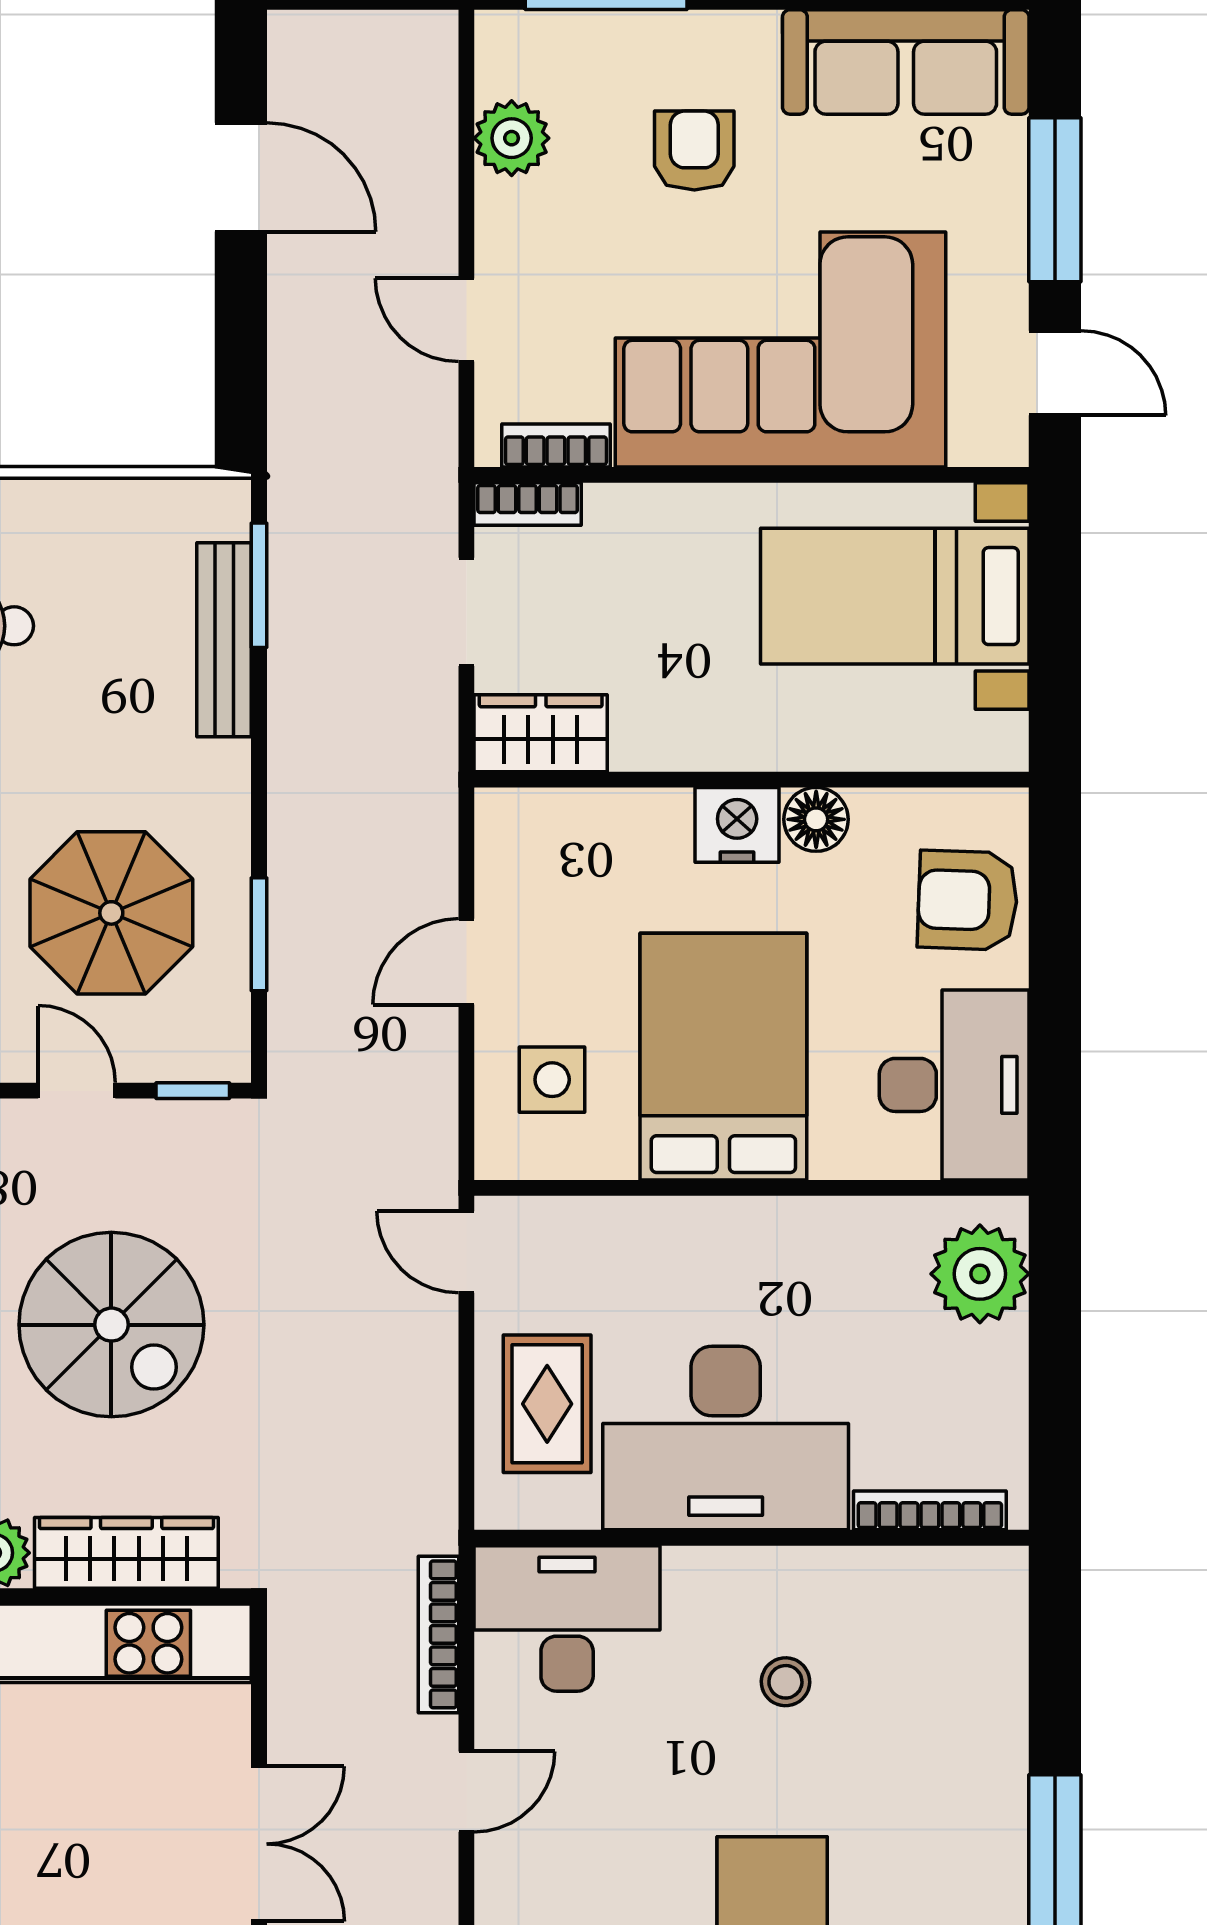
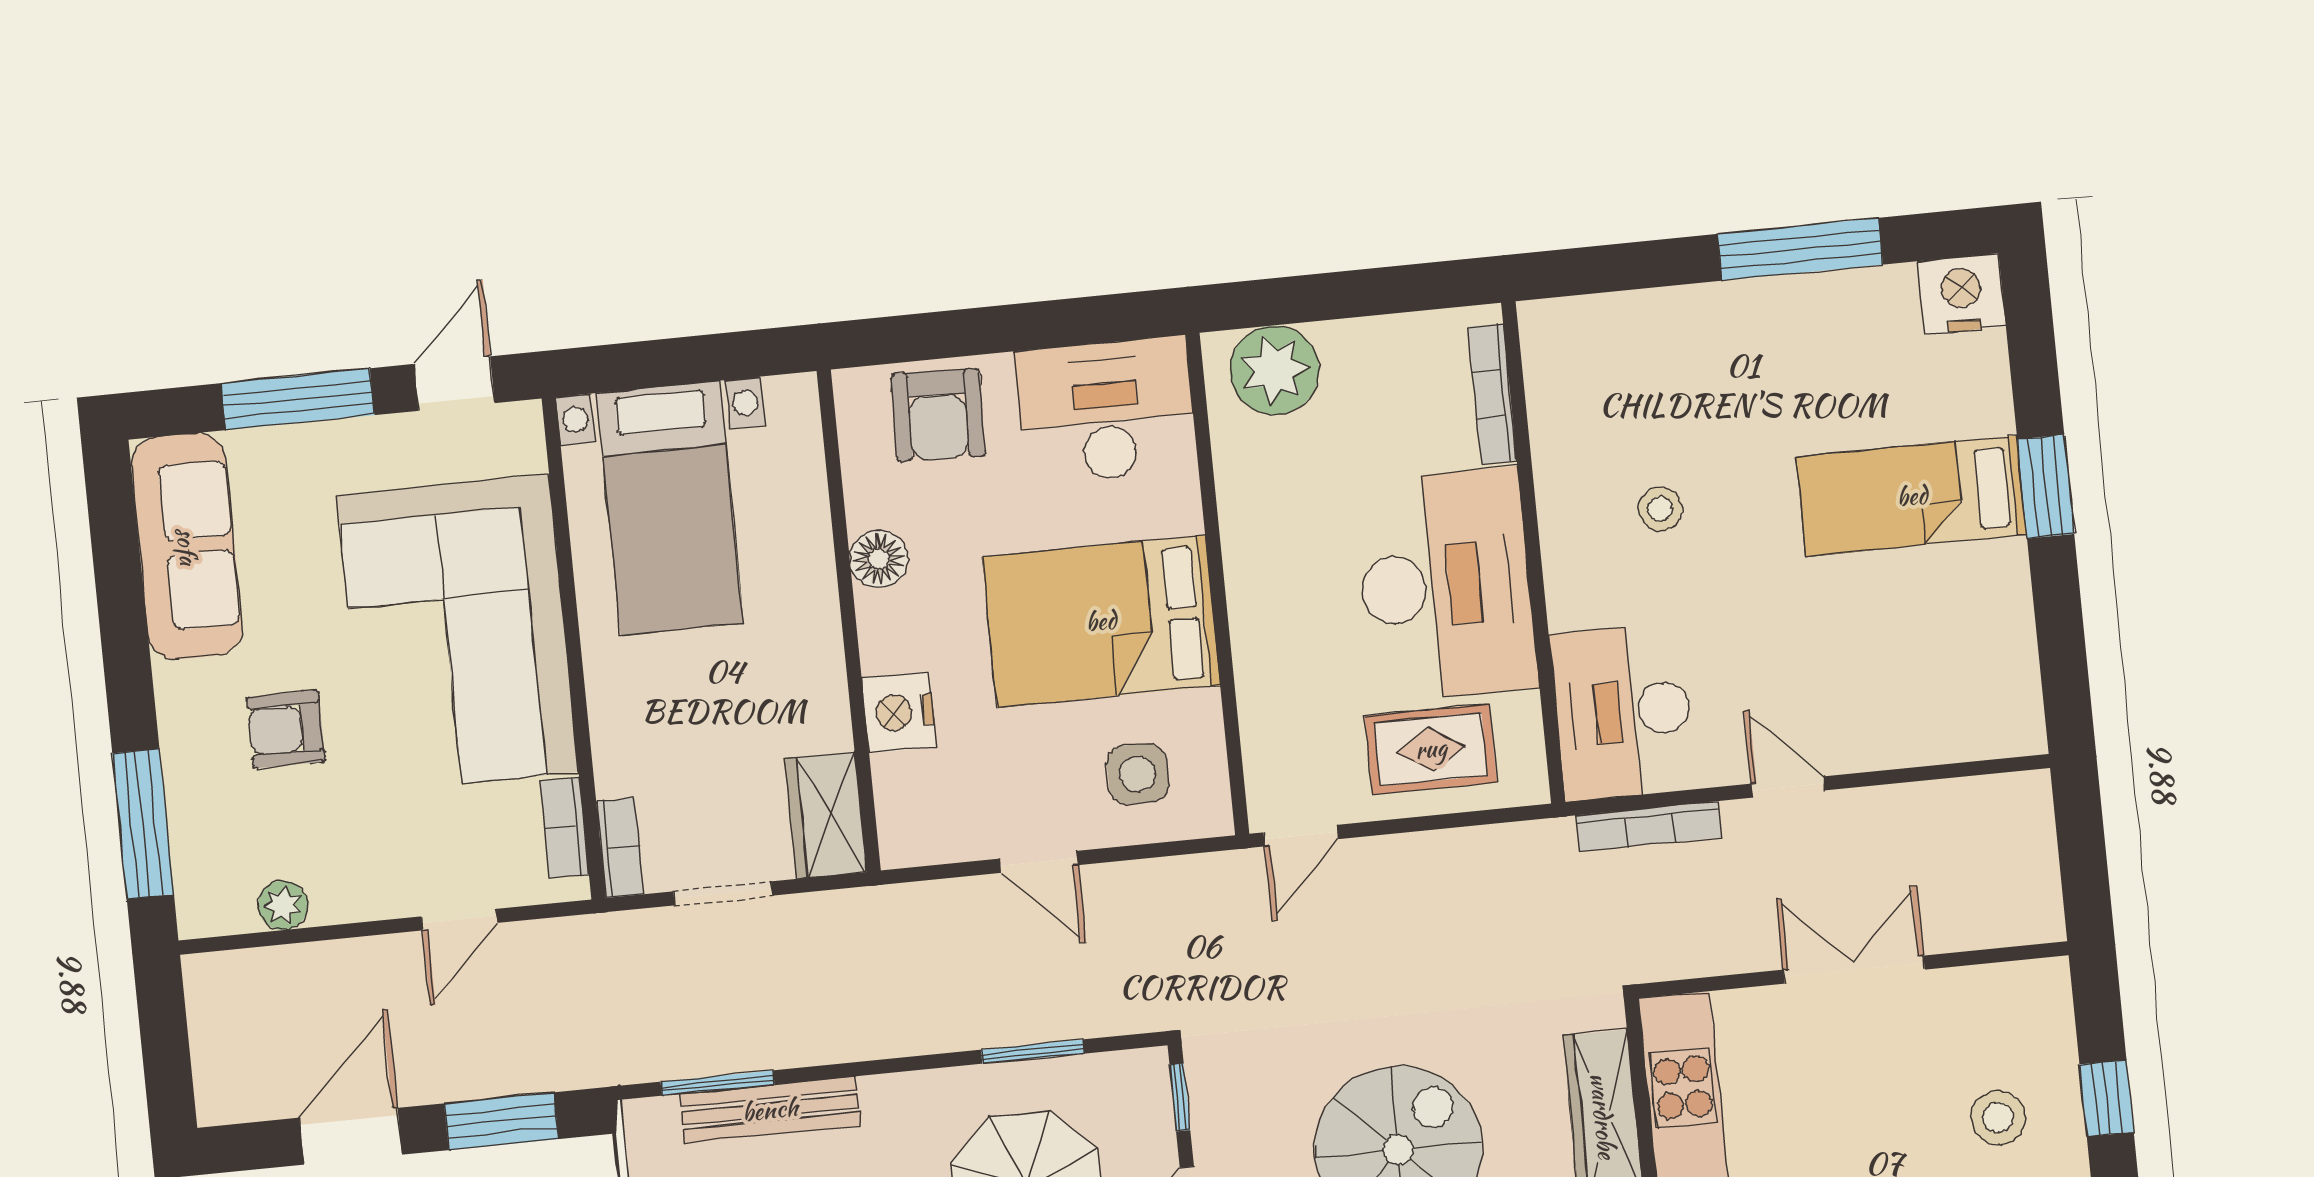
plant: (512, 138) -> (283, 905), width x0.73, depth x0.73
window: (241, 344) -> (501, 1121), added
nightstand: (737, 825) -> (899, 712), moved

